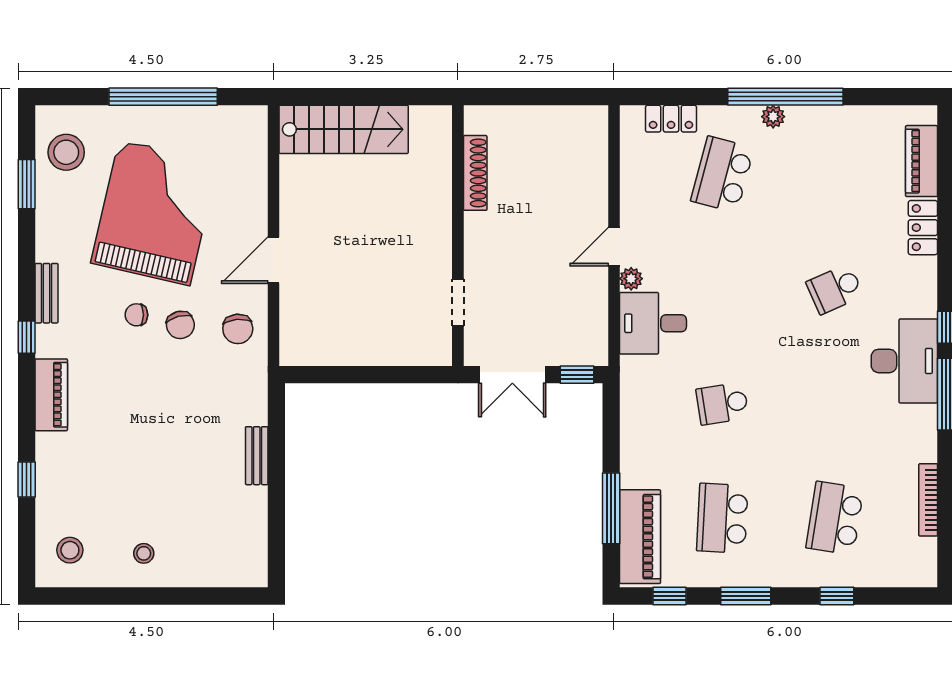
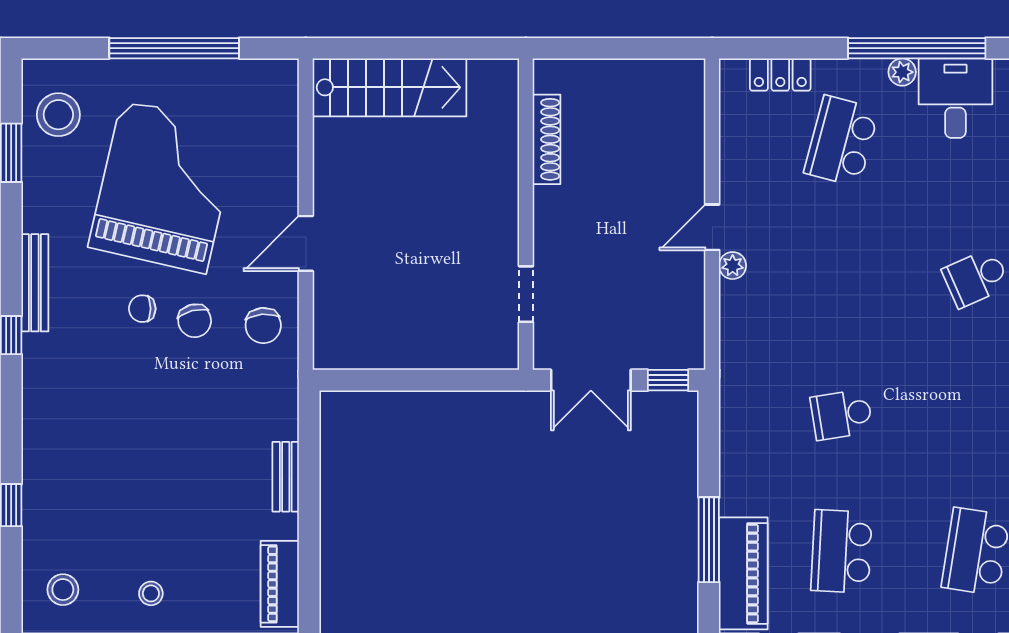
bench: (46, 293) -> (35, 283), width x1.36
desk: (653, 323) -> (955, 98), moved, turned 90
piano: (51, 395) -> (280, 584), moved, turned 180

